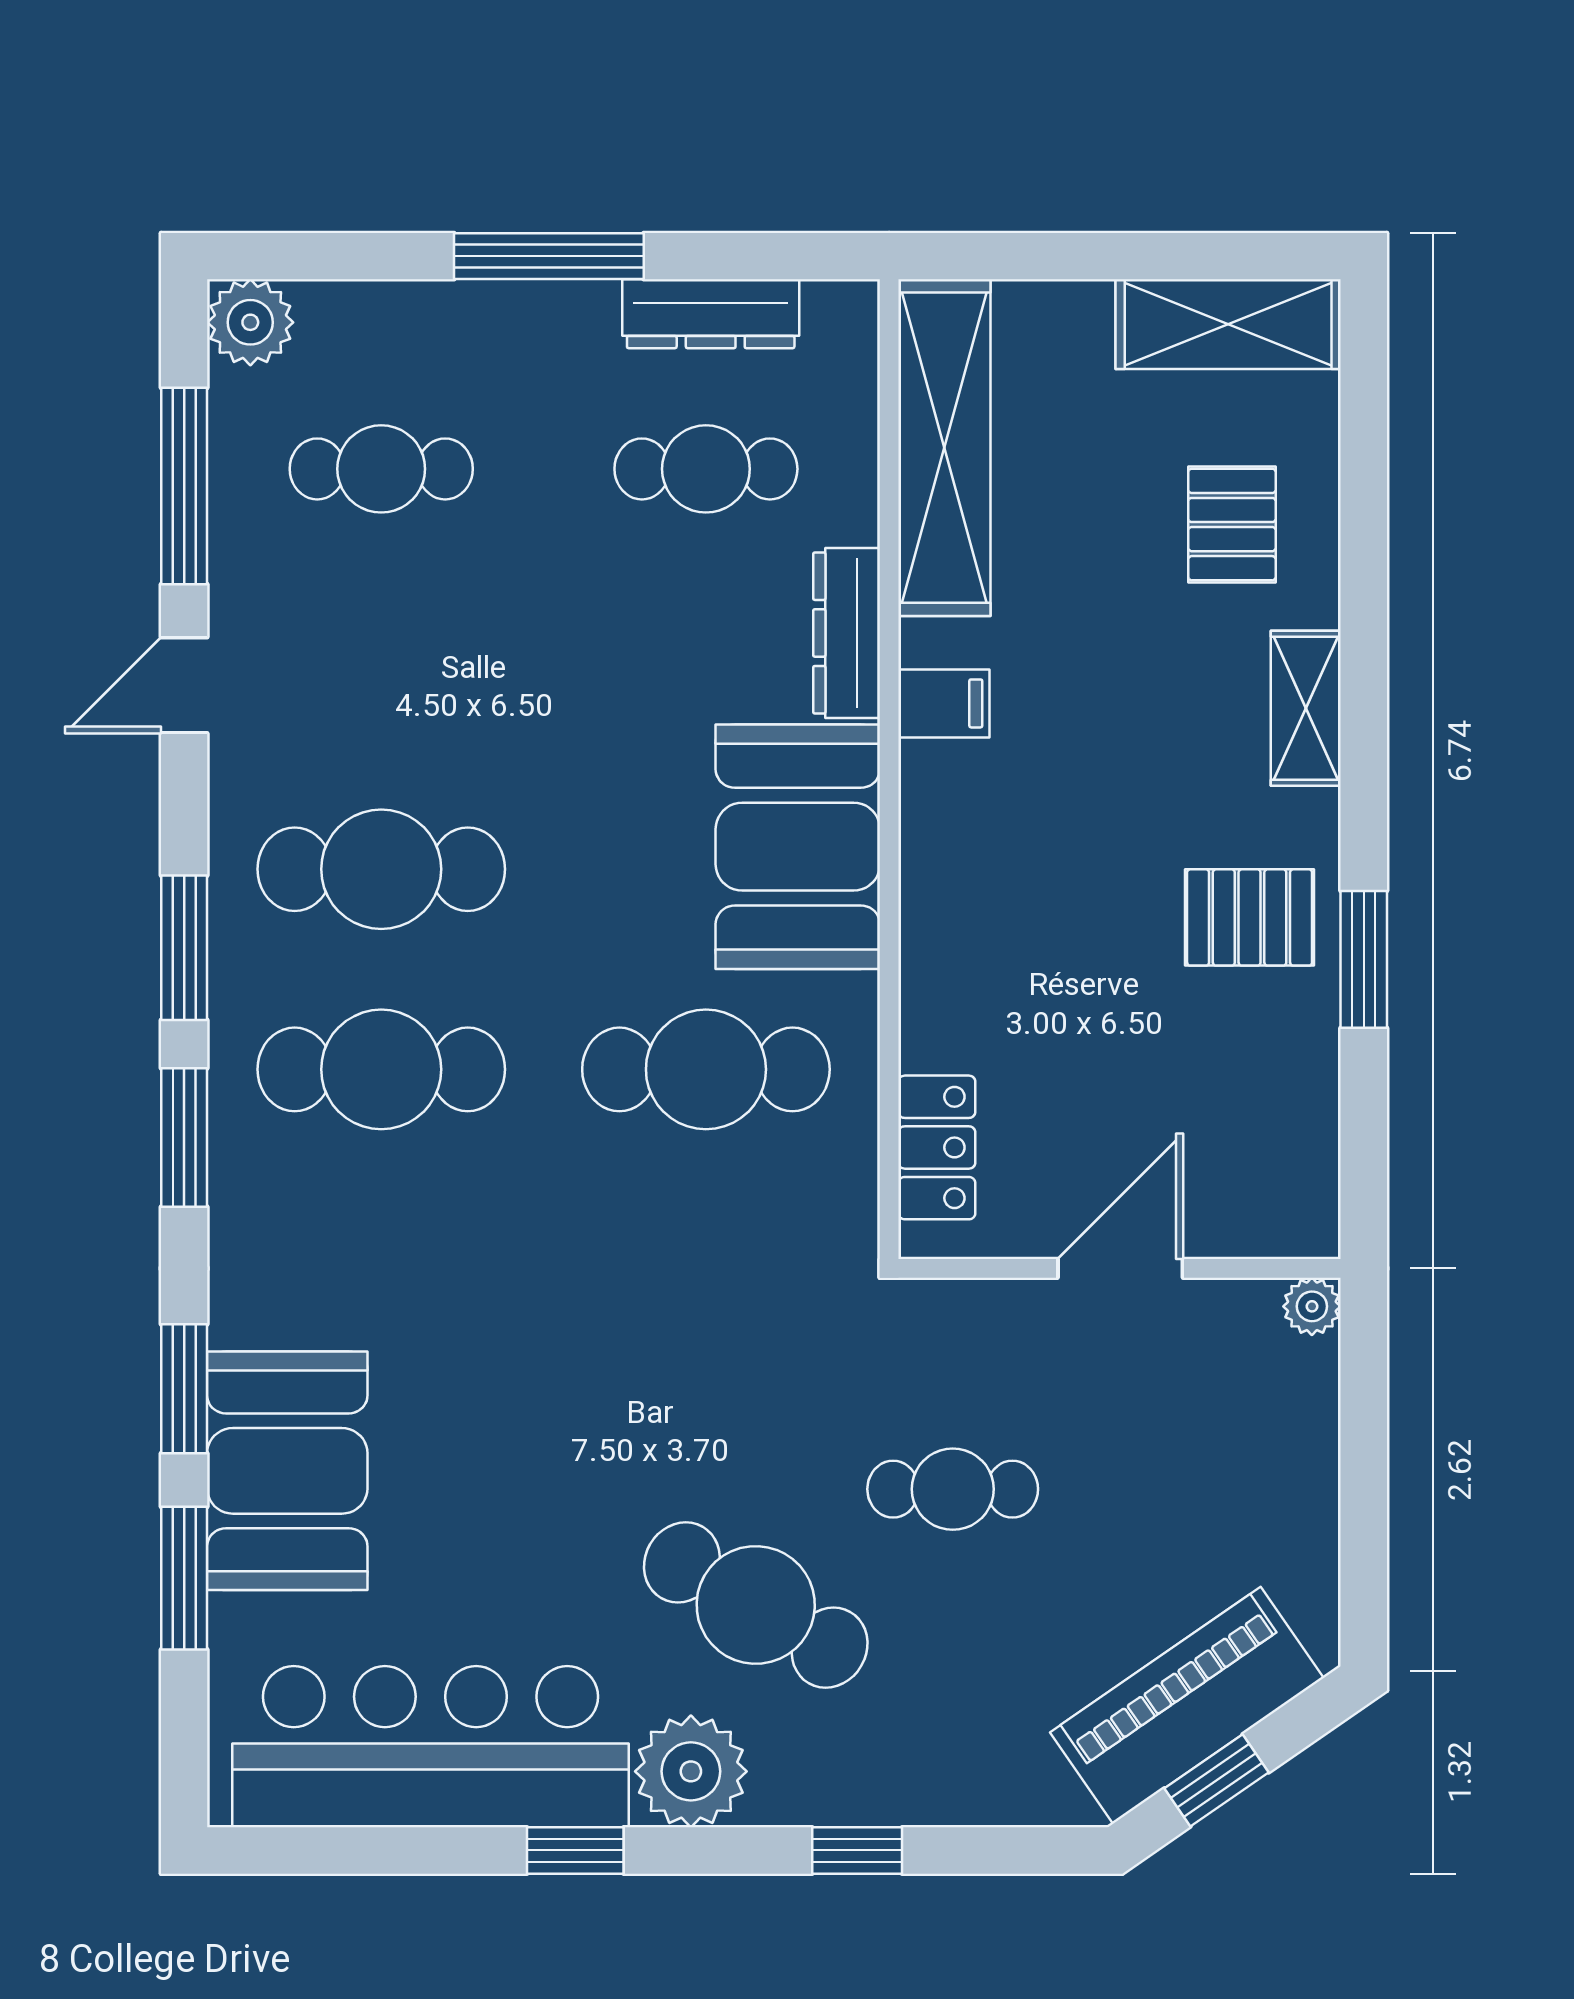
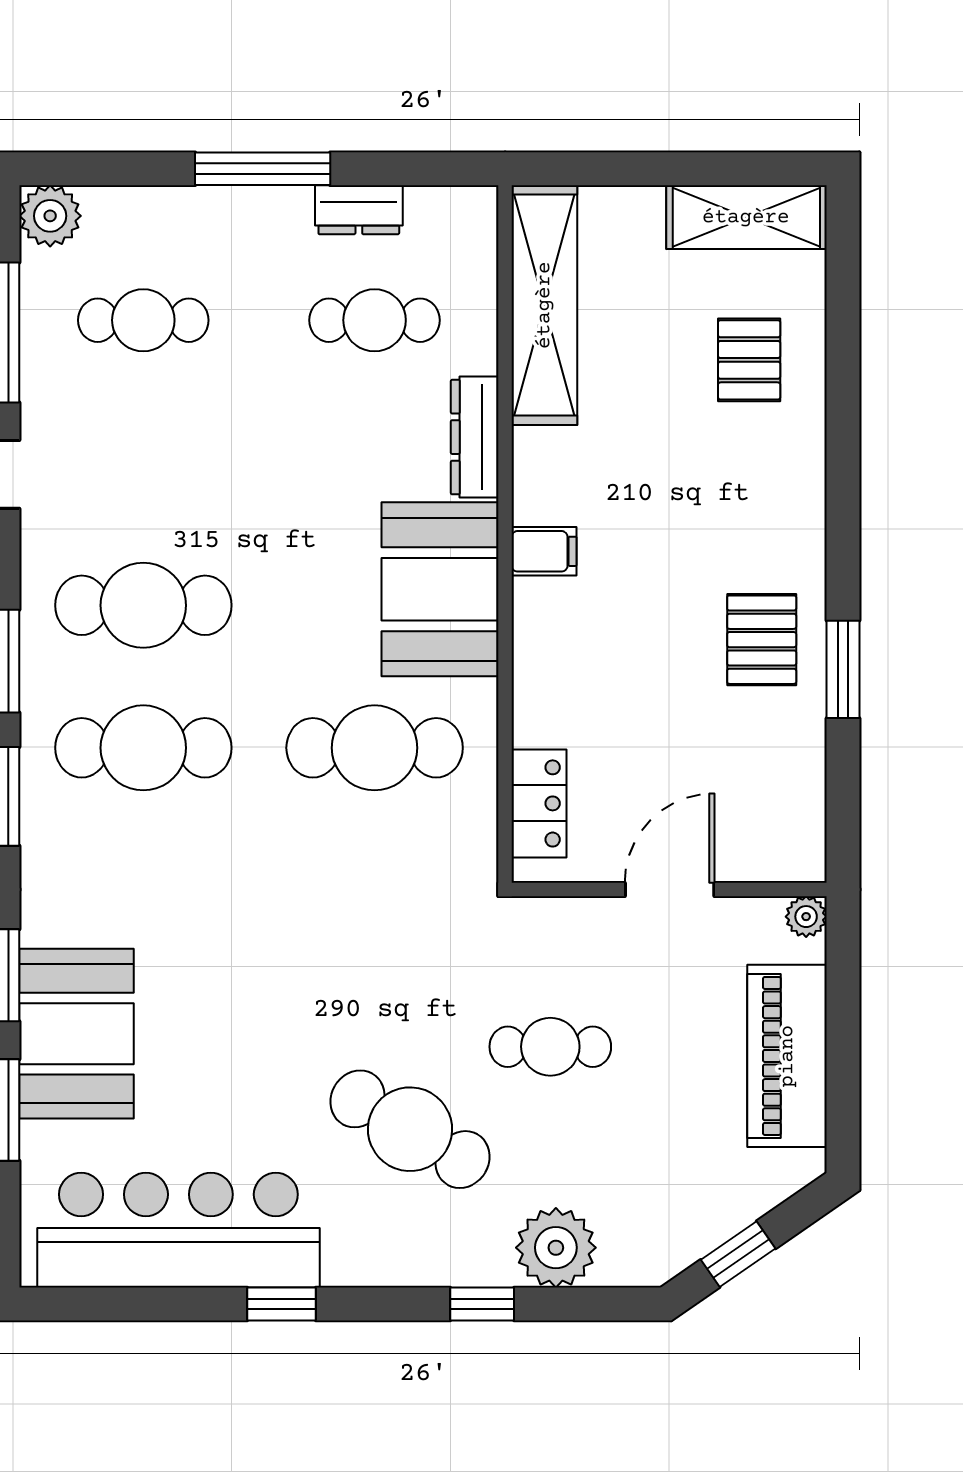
dresser: (711, 314) -> (359, 210), width x0.70
filing cabinet: (944, 703) -> (544, 551), moved
shelving: (1306, 708) -> (802, 491), removed
pallet: (1250, 917) -> (762, 640), turned 90
piano: (1187, 1705) -> (787, 1056), moved, turned -55
plant: (691, 1771) -> (556, 1248), moved

